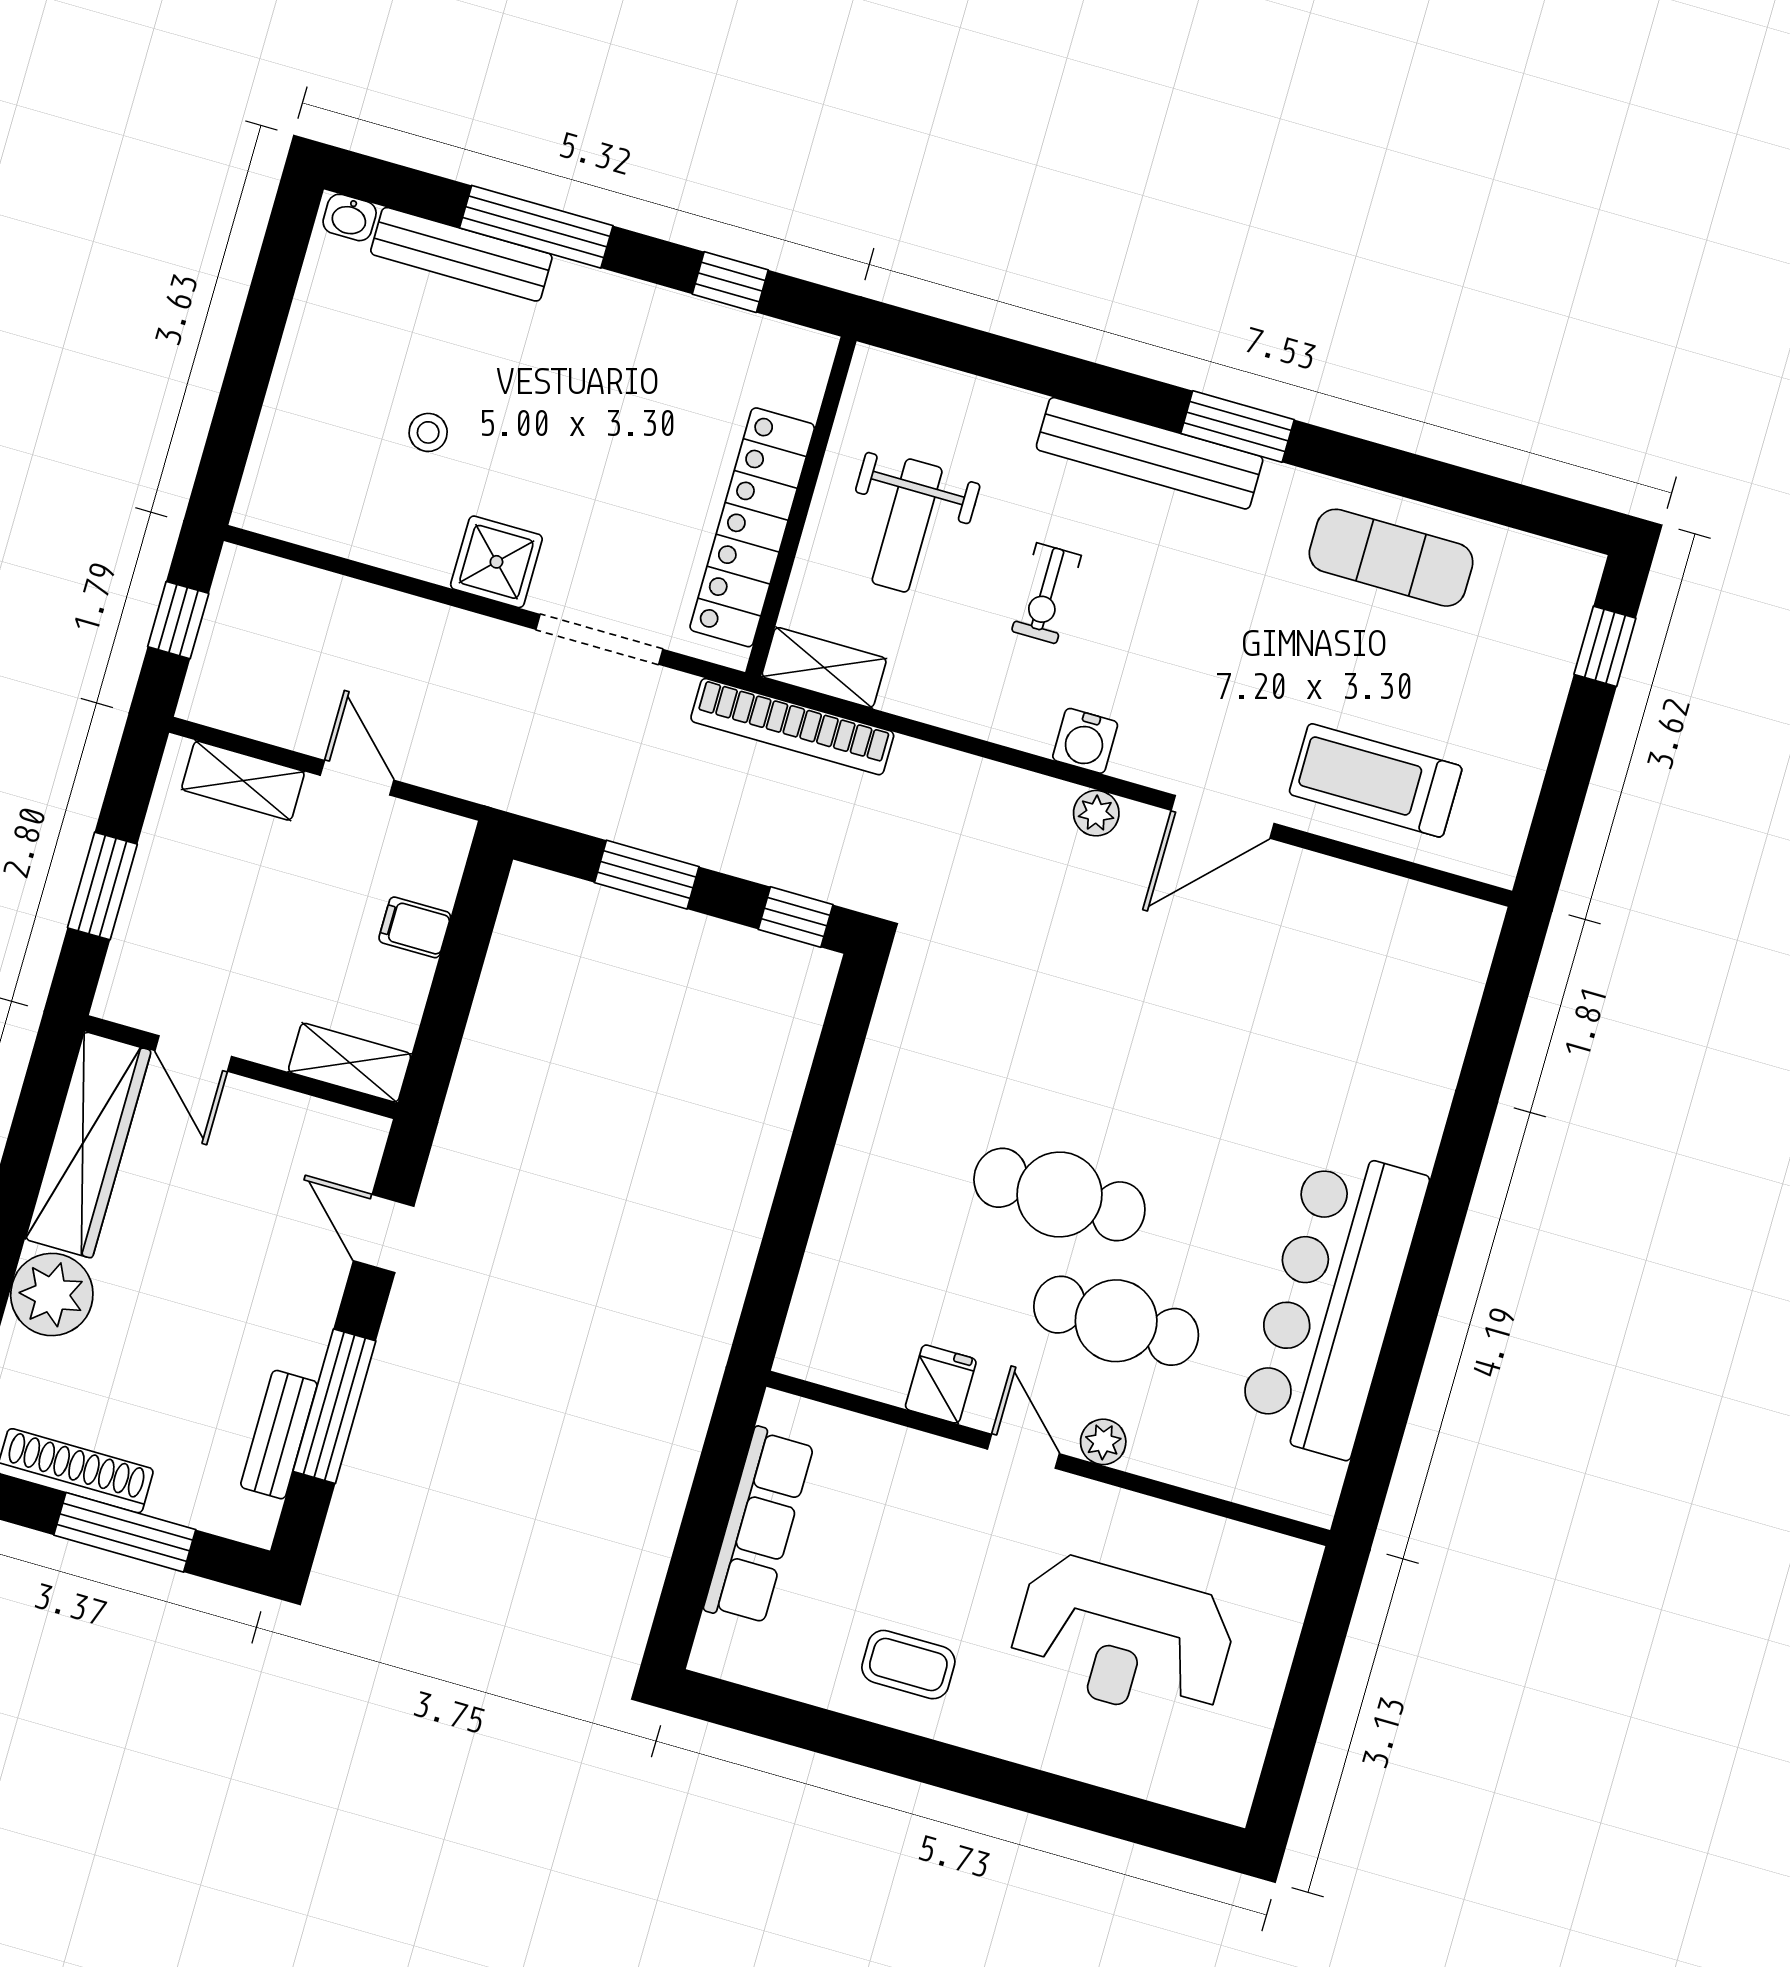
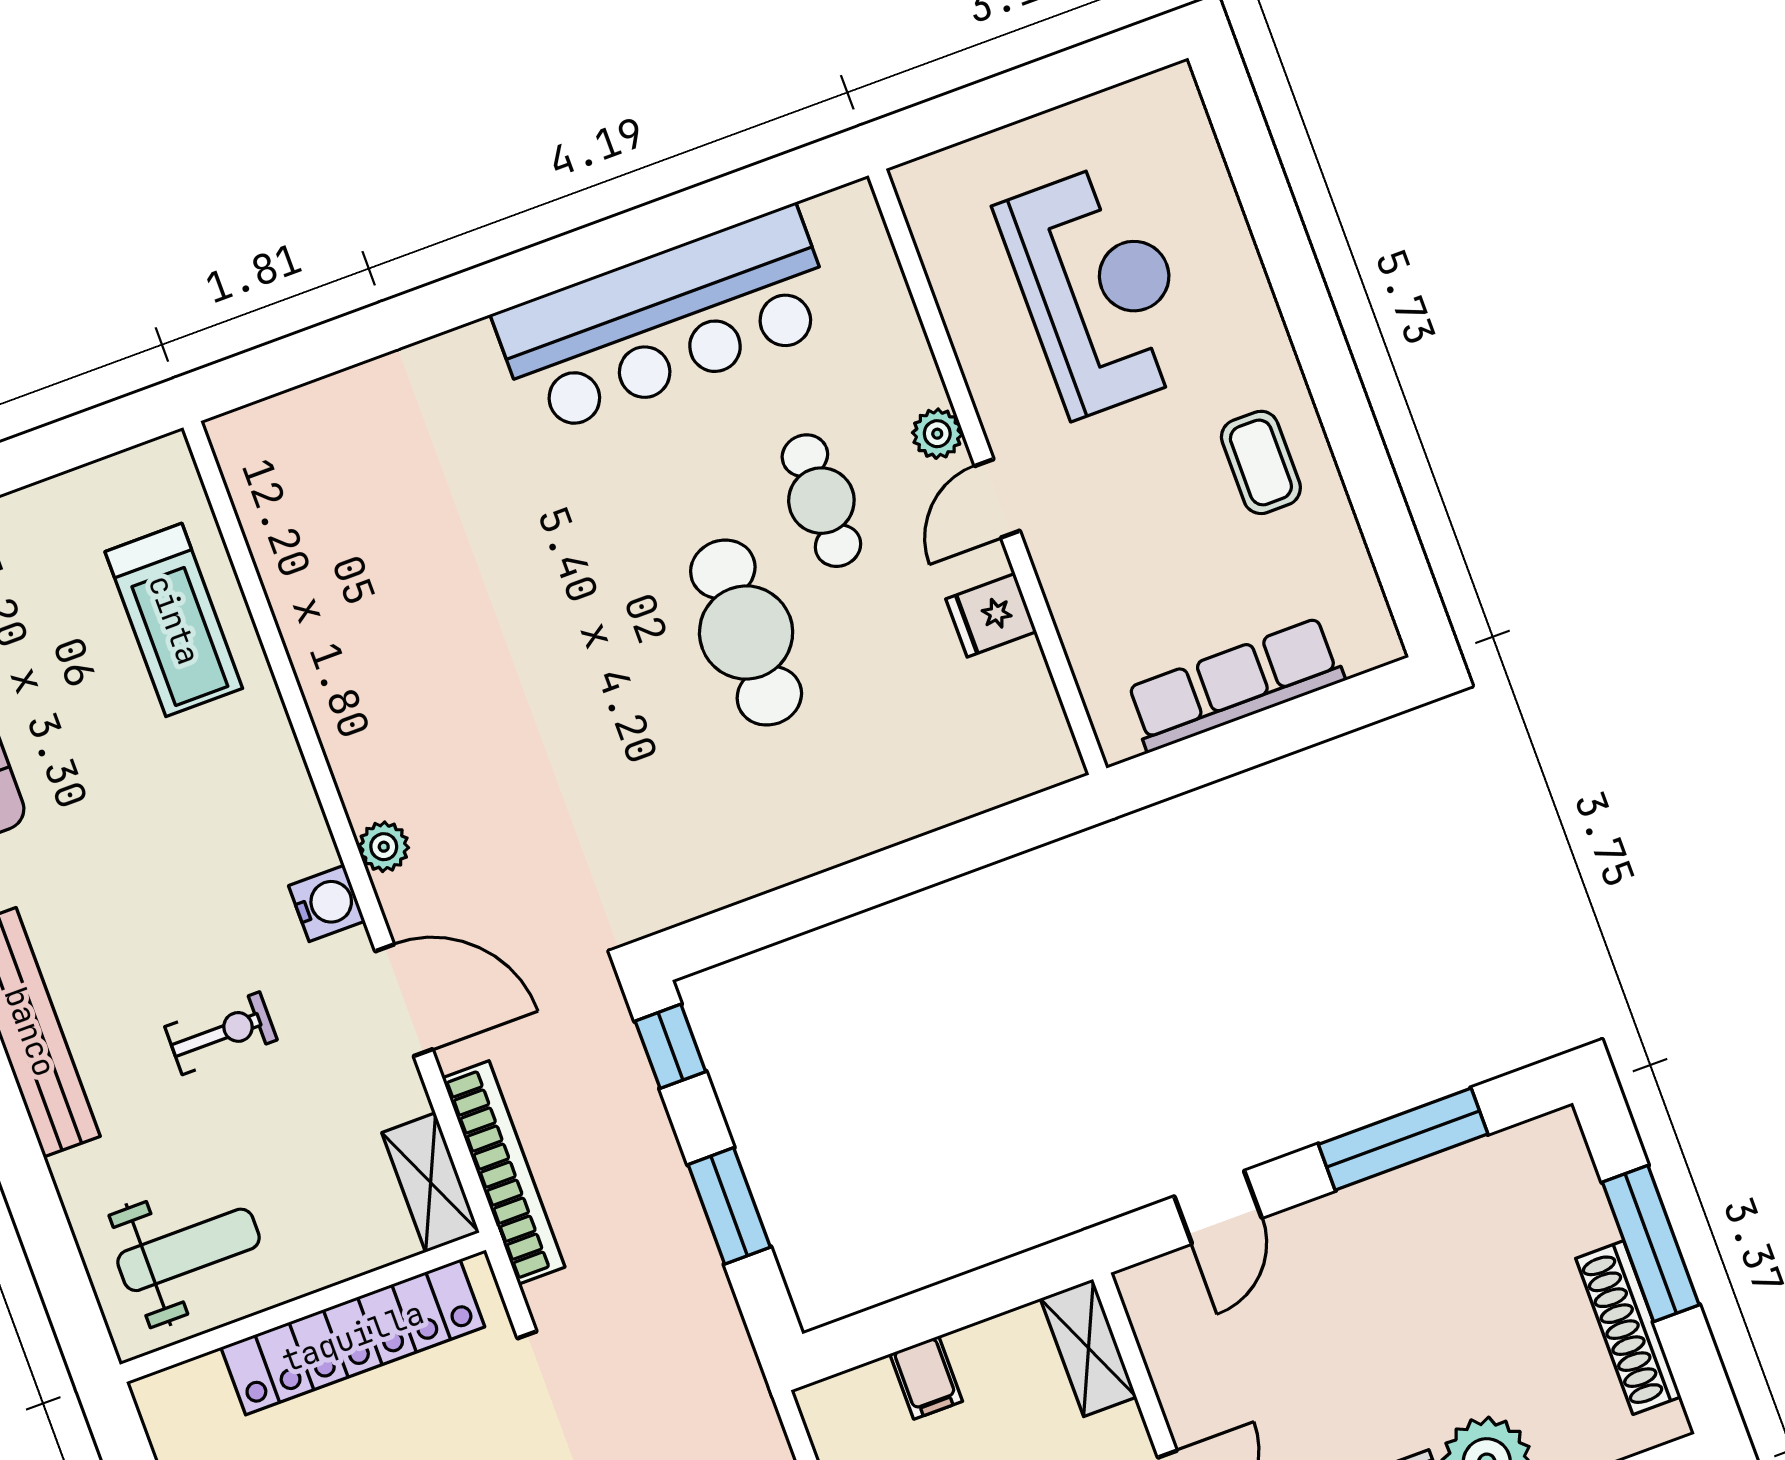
weight bench: (907, 526) -> (189, 1250), moved
door: (1223, 817) -> (404, 1000), moved
cafe table: (1116, 1321) -> (821, 501), width x0.73, depth x0.74
bench: (279, 1435) -> (1464, 1170), removed

